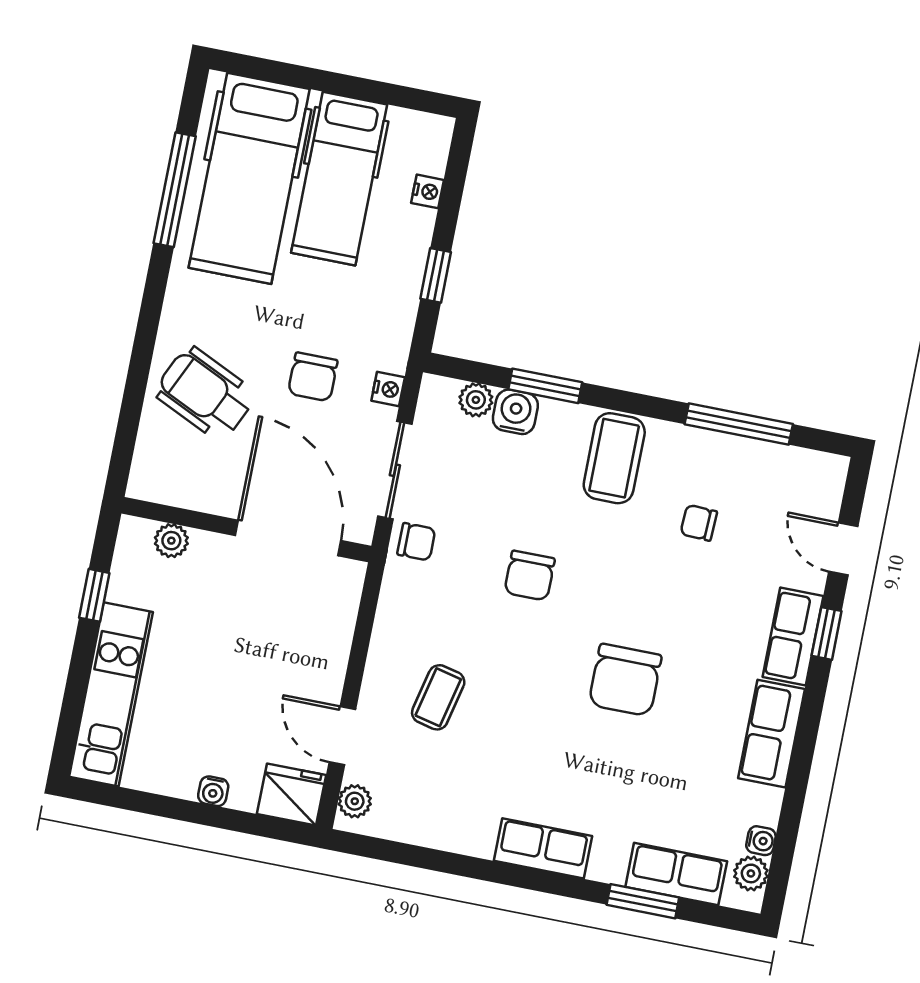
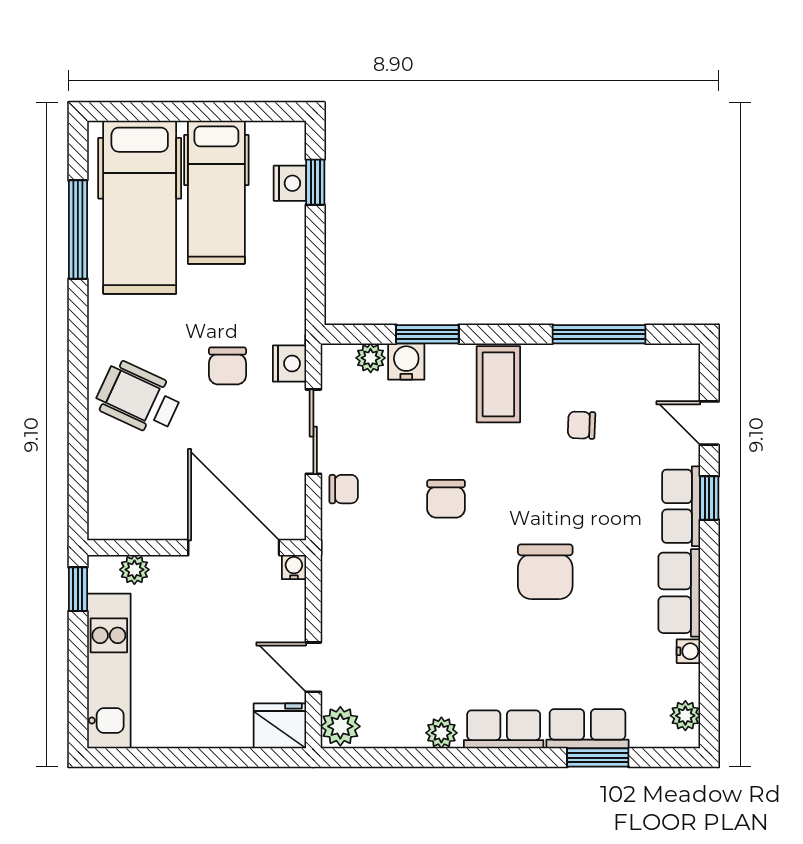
nightstand: (428, 191) -> (290, 183), width x1.39, depth x1.35
window: (436, 275) -> (315, 182), moved
nightstand: (388, 389) -> (289, 363), width x1.39, depth x1.35
wall: (246, 530) -> (197, 548), moved
door: (288, 538) -> (234, 548), moved
plant: (171, 541) -> (134, 570), moved
coffee table: (438, 697) -> (389, 618), removed
water cooler: (213, 791) -> (294, 567), moved, turned 180
plant: (355, 801) -> (340, 726), width x1.38, depth x1.38
plant: (472, 838) -> (441, 733), added
water cooler: (761, 841) -> (688, 651), moved
row of seats: (676, 874) -> (587, 729), moved

